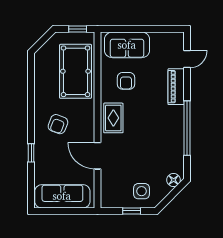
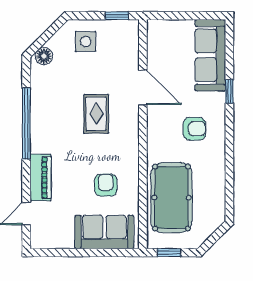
rug: (113, 118) -> (96, 114), moved
armchair: (58, 124) -> (194, 129), turned 69
sofa: (62, 196) -> (210, 55), moved, turned 90
window: (132, 211) -> (117, 16), moved

